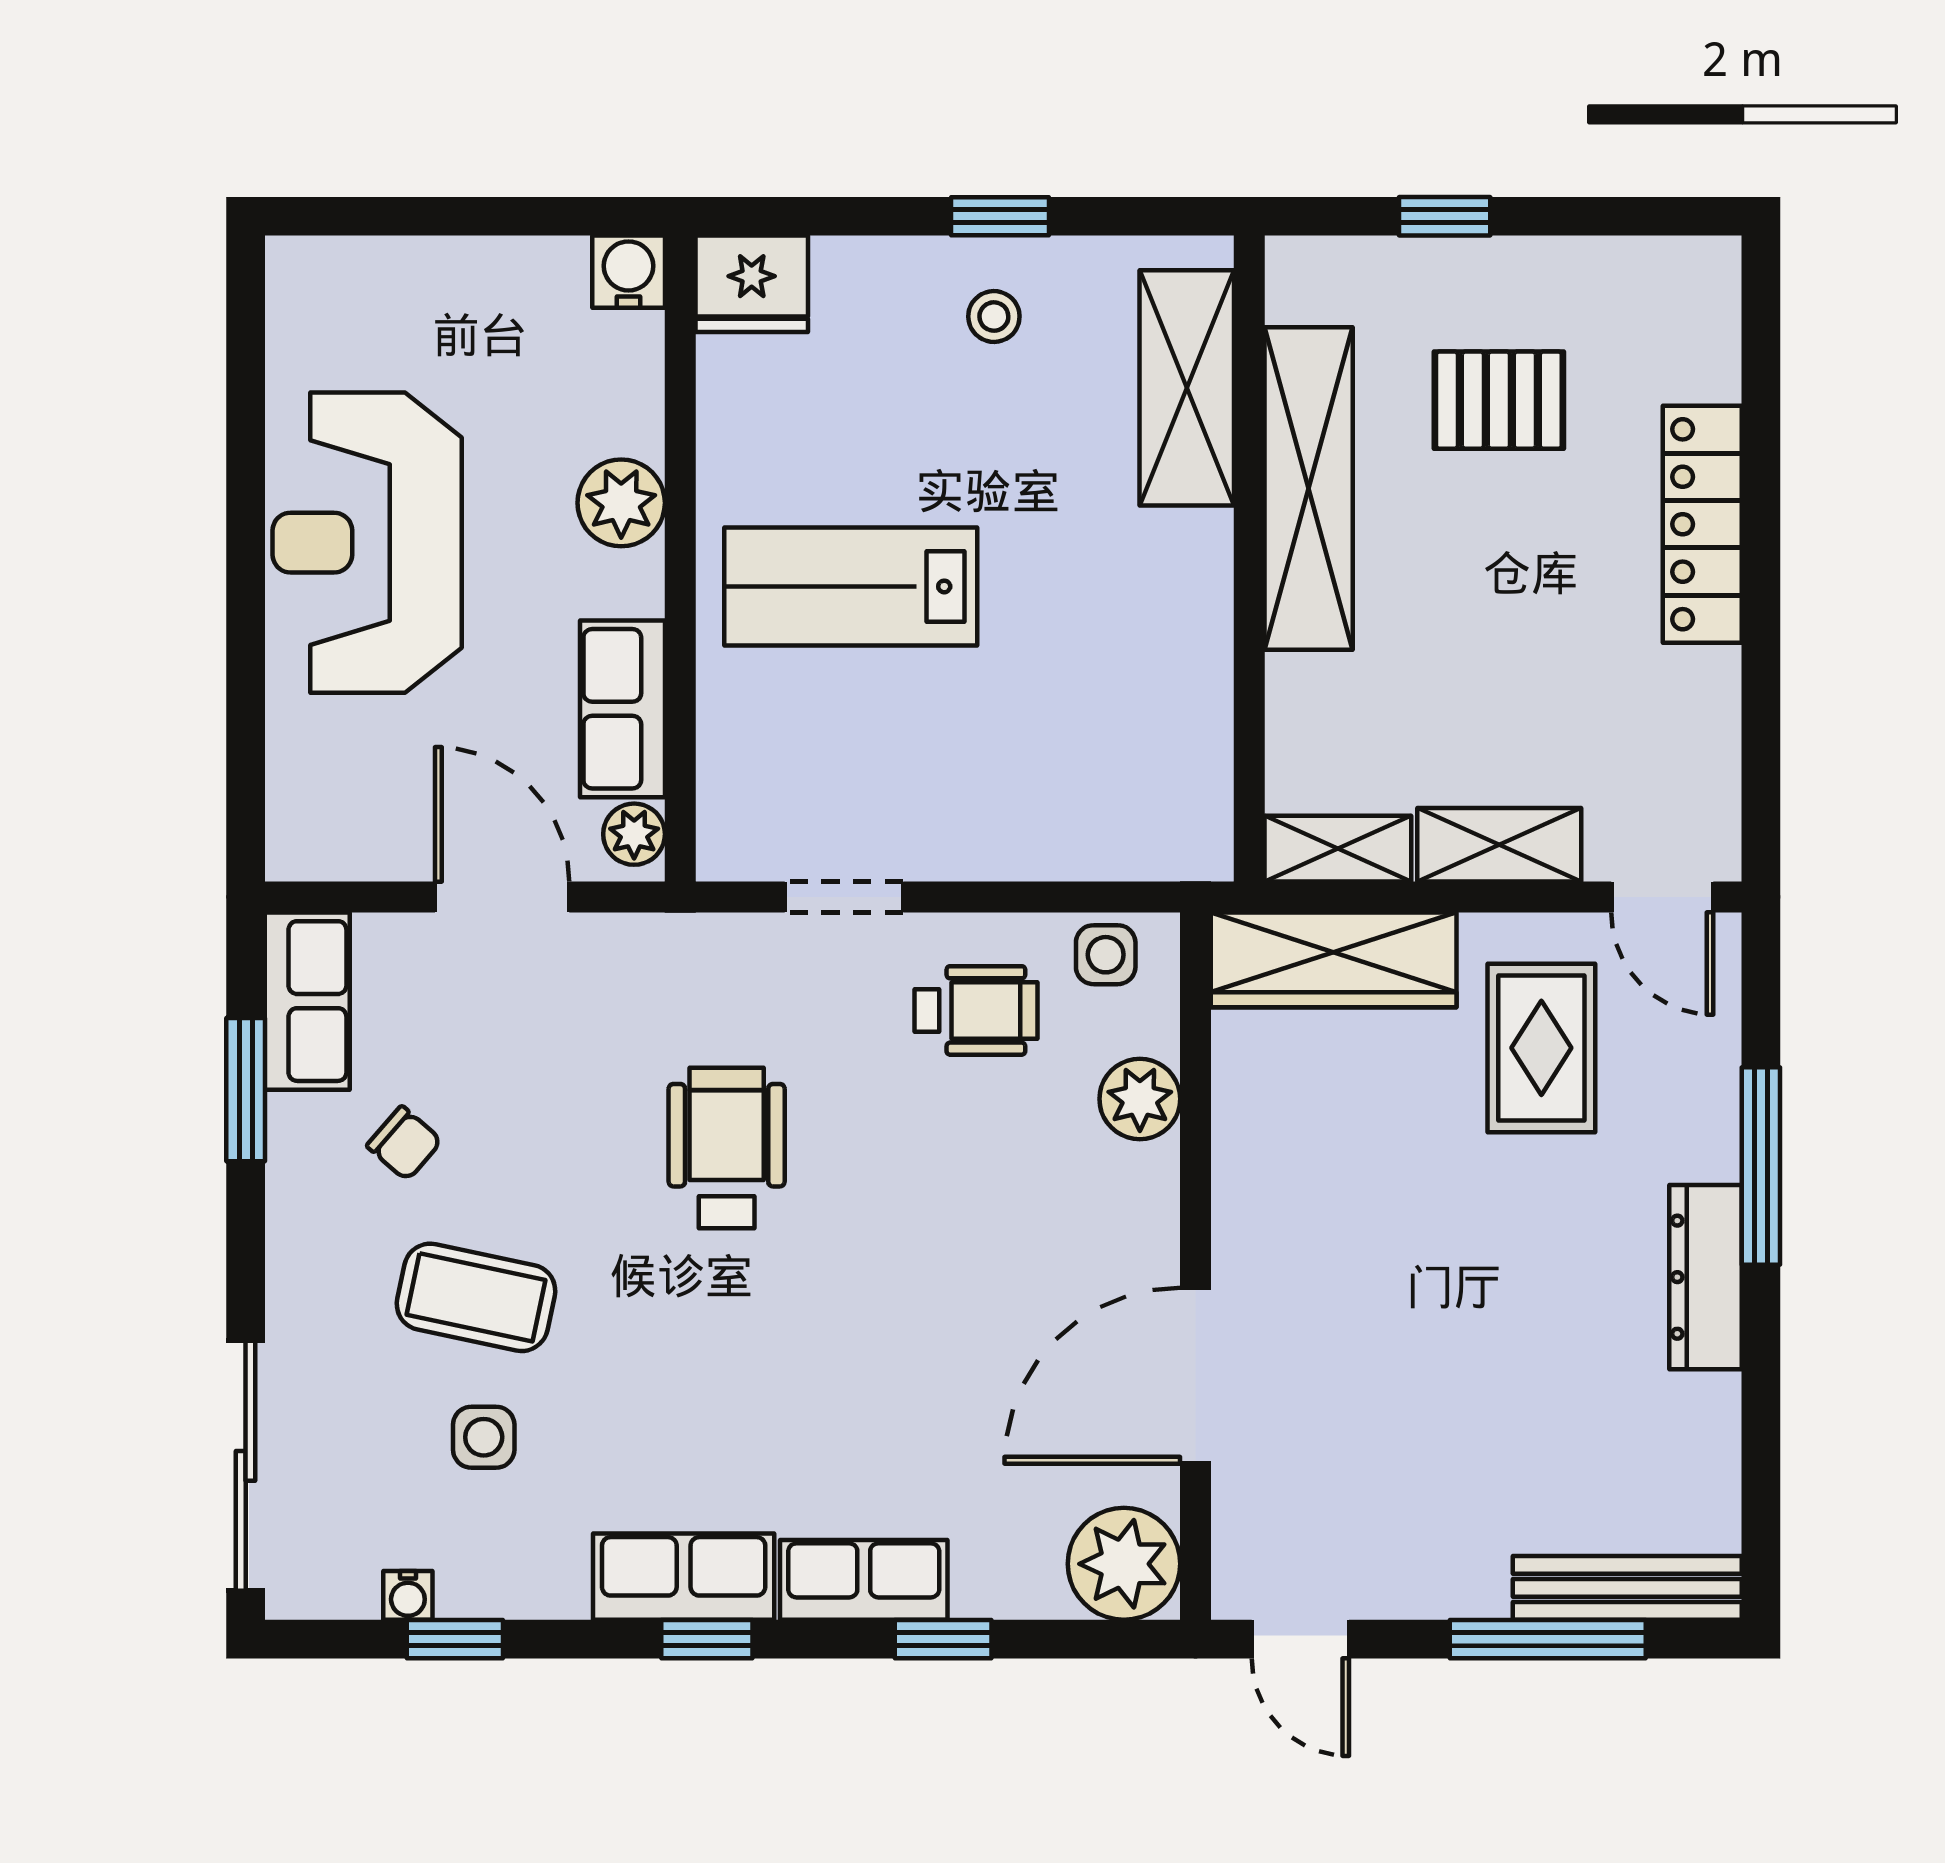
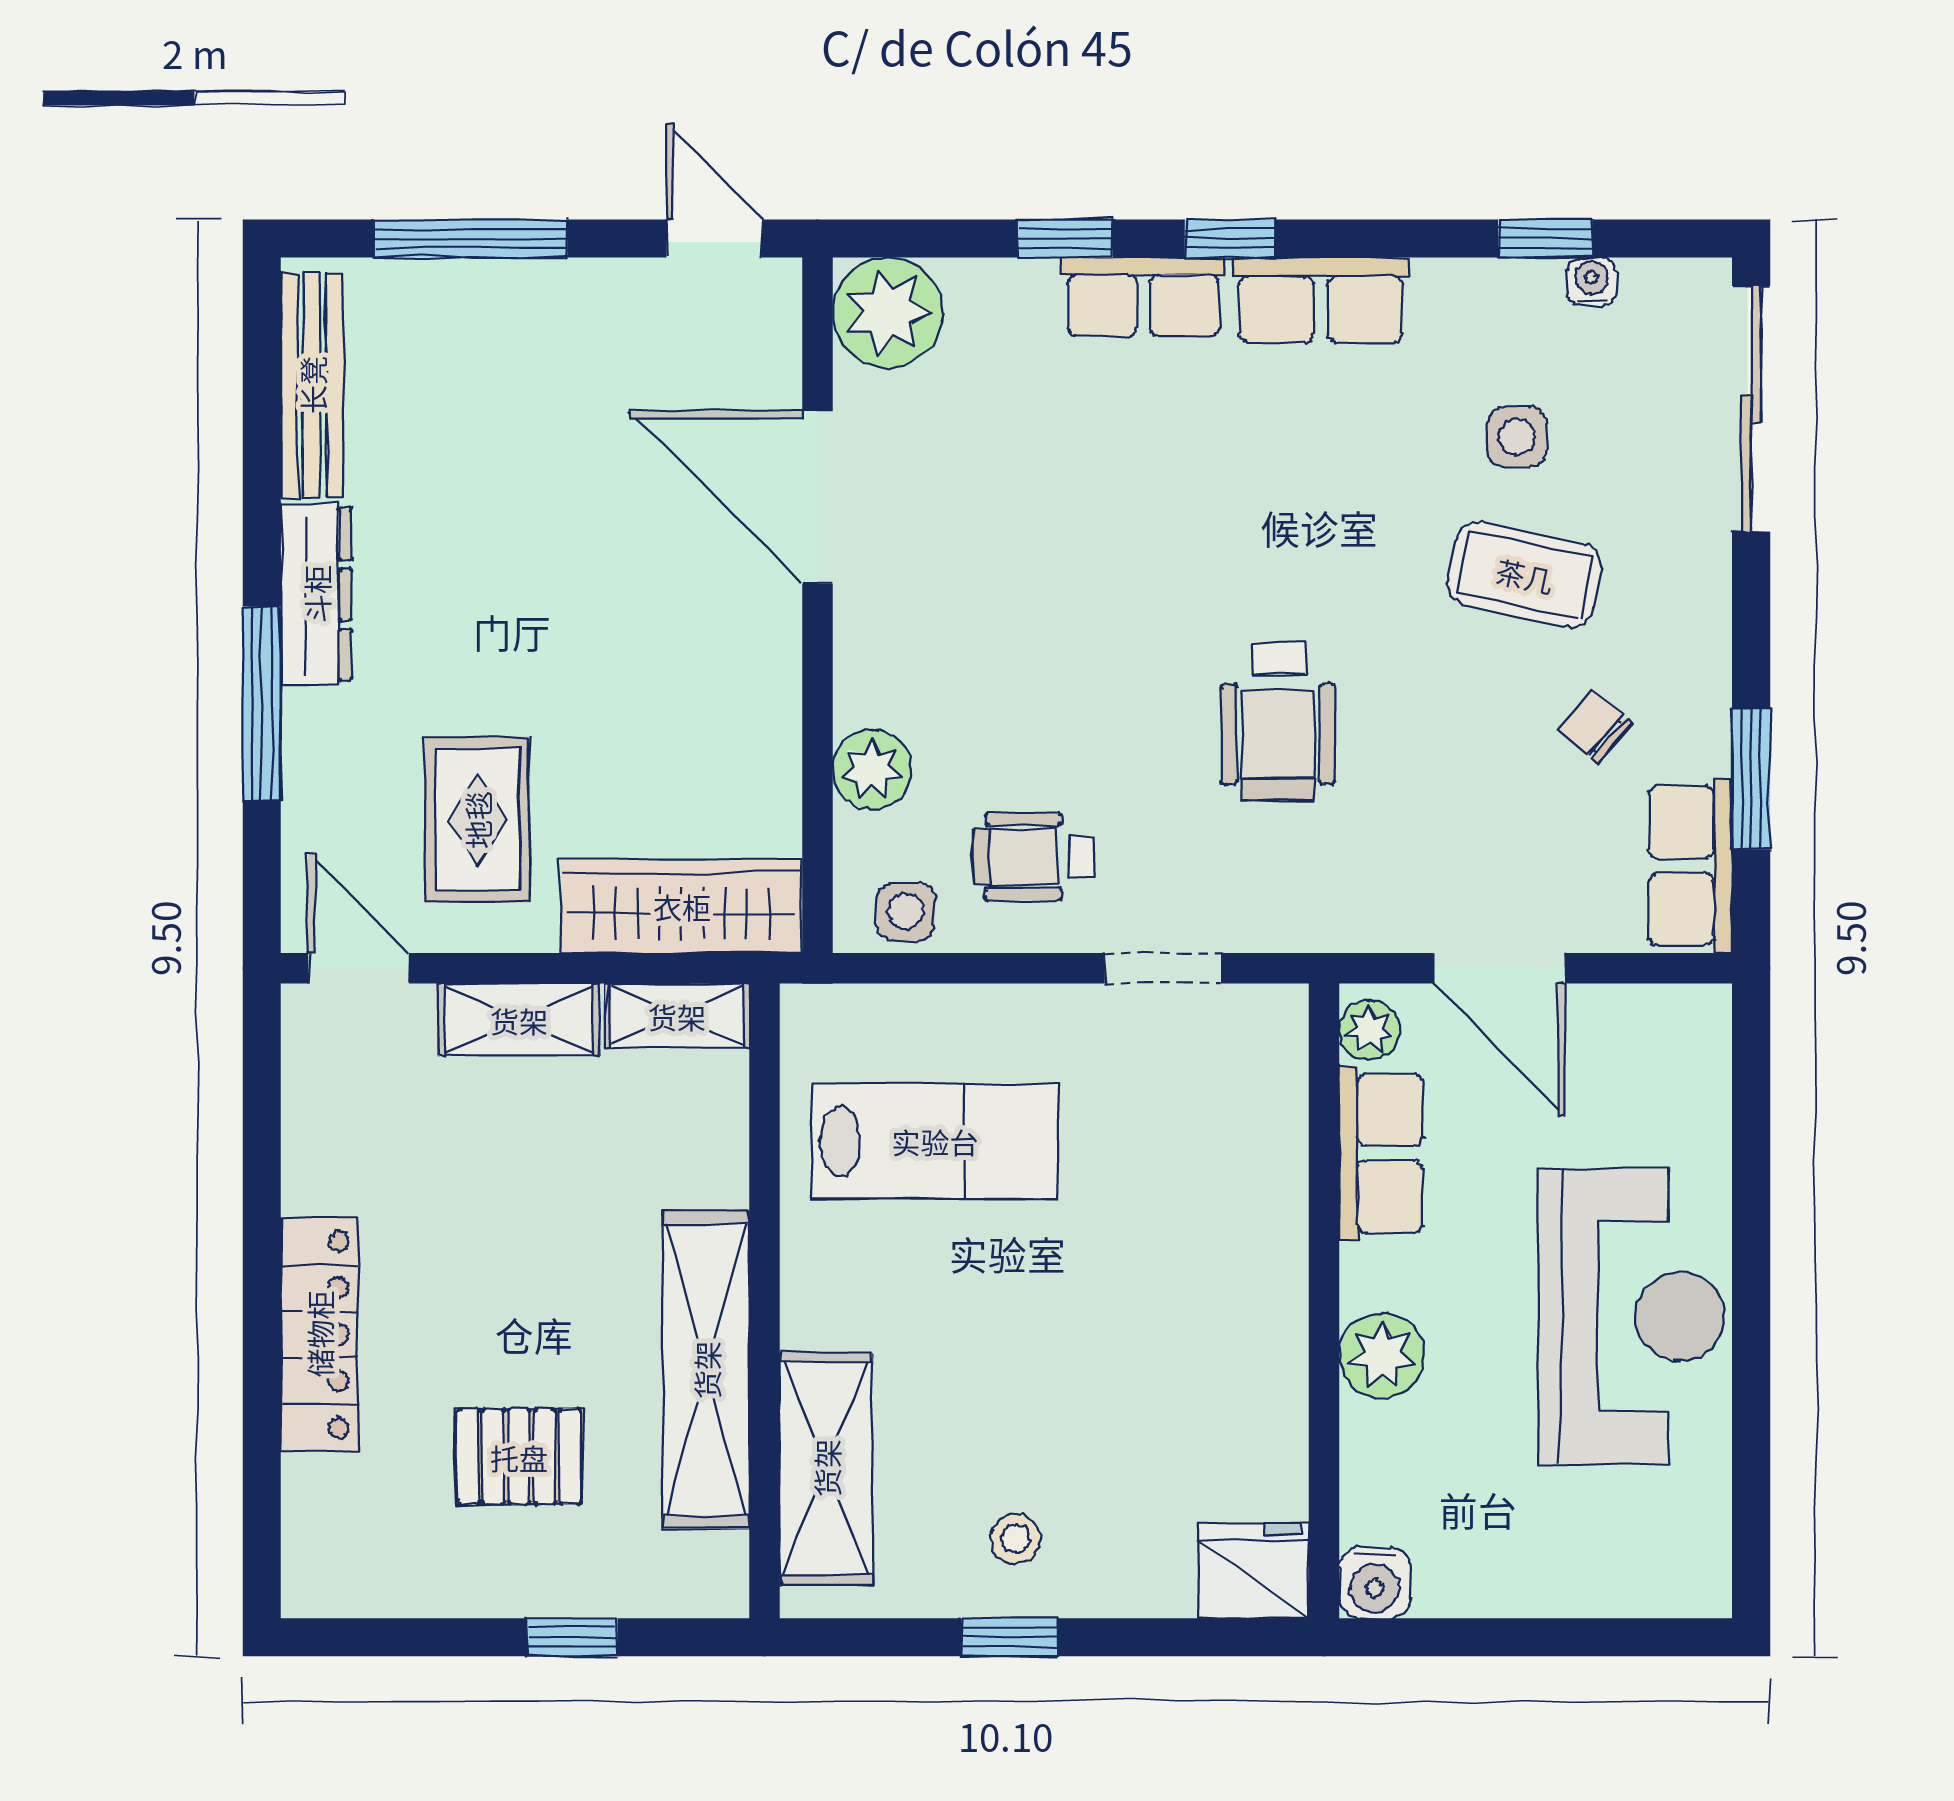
lab bench: (851, 586) -> (935, 1141), moved
door: (1195, 1376) -> (817, 497), swing flipped
bench: (1627, 1588) -> (312, 385), moved, turned 90
window: (707, 1639) -> (1230, 239), moved

